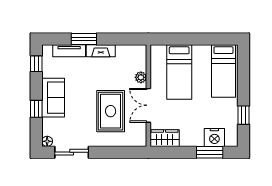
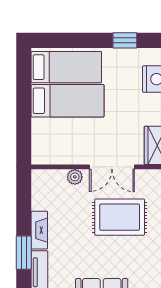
bed: (179, 72) -> (68, 101), moved

